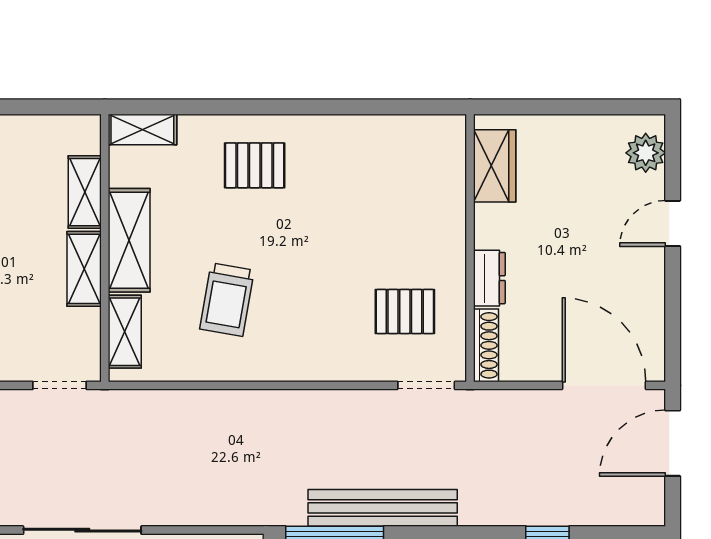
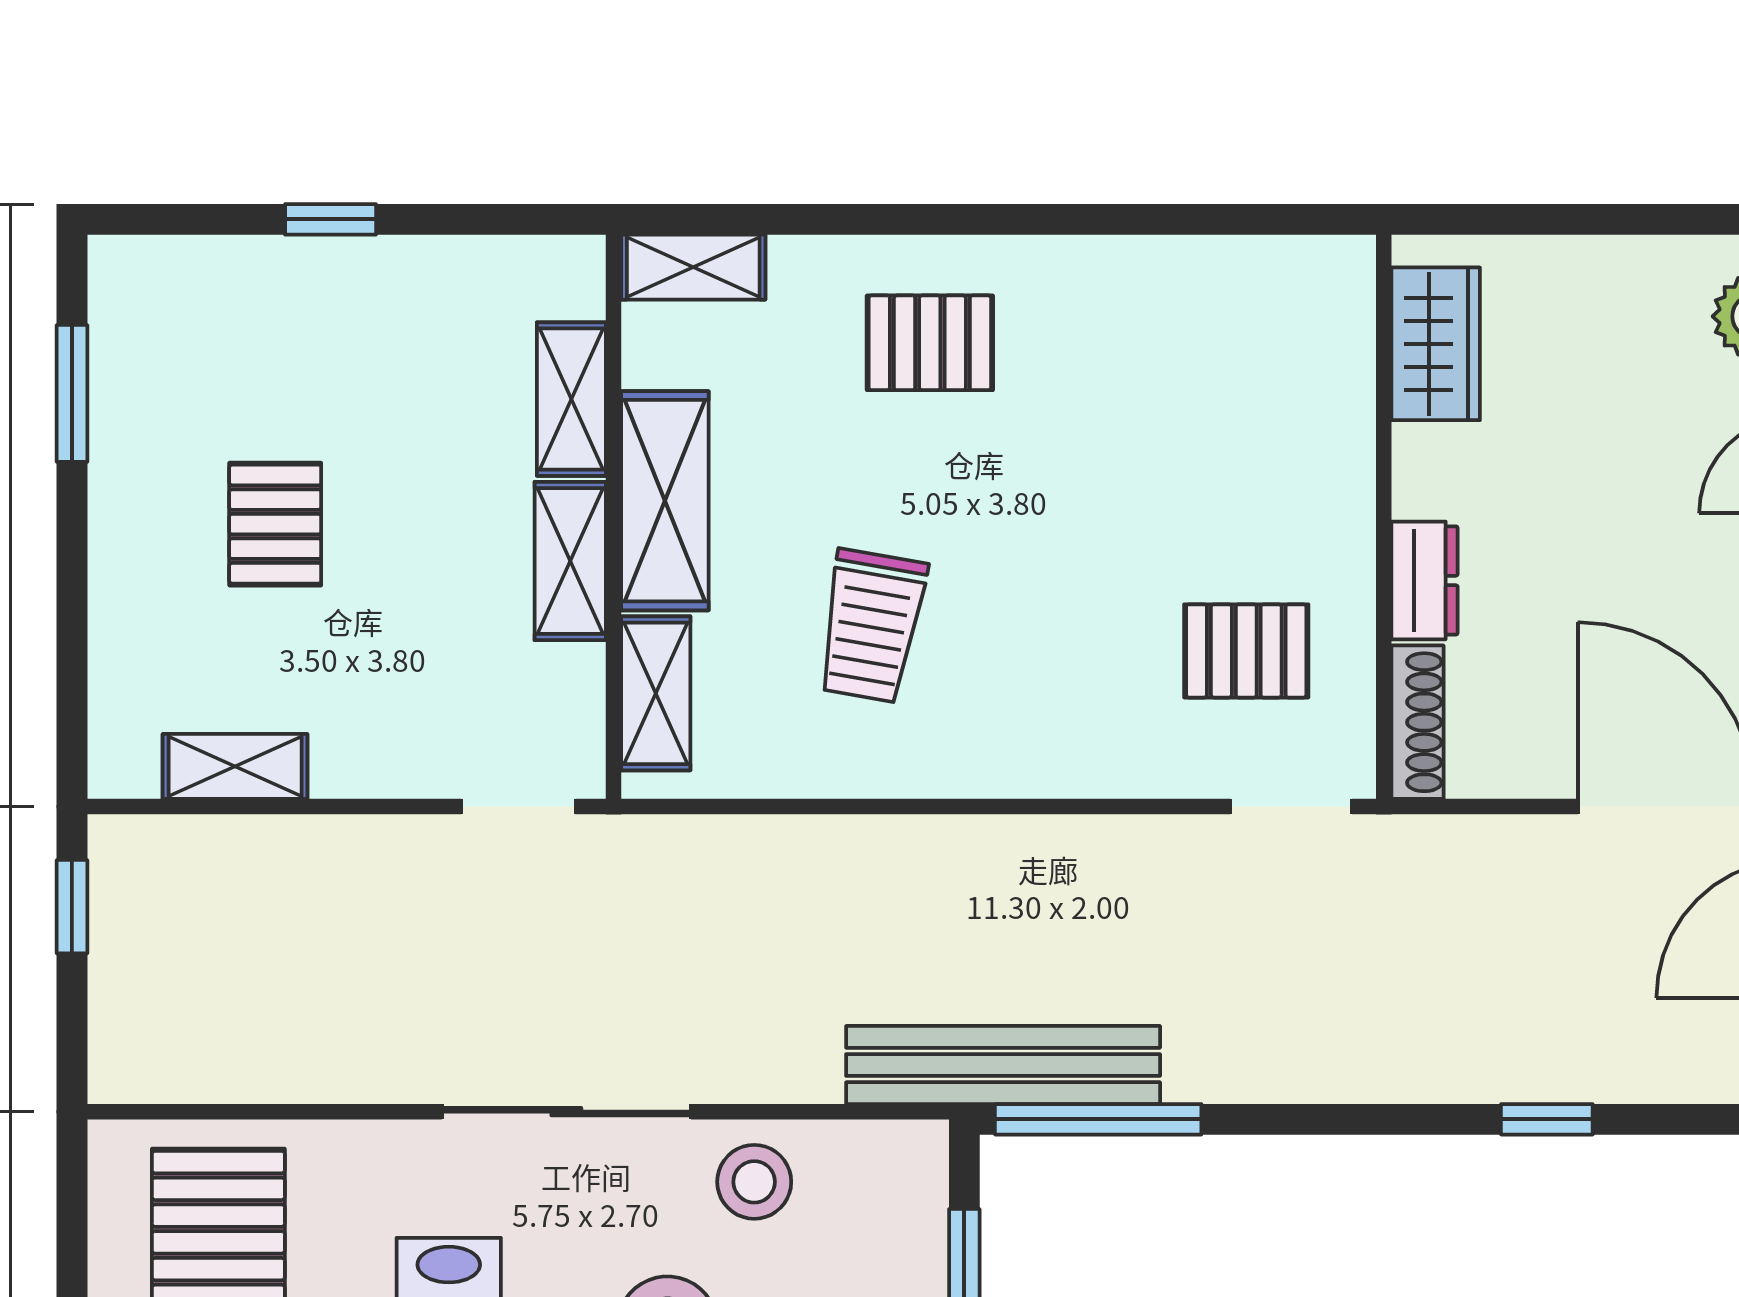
bench: (383, 508) -> (1003, 1065), moved

